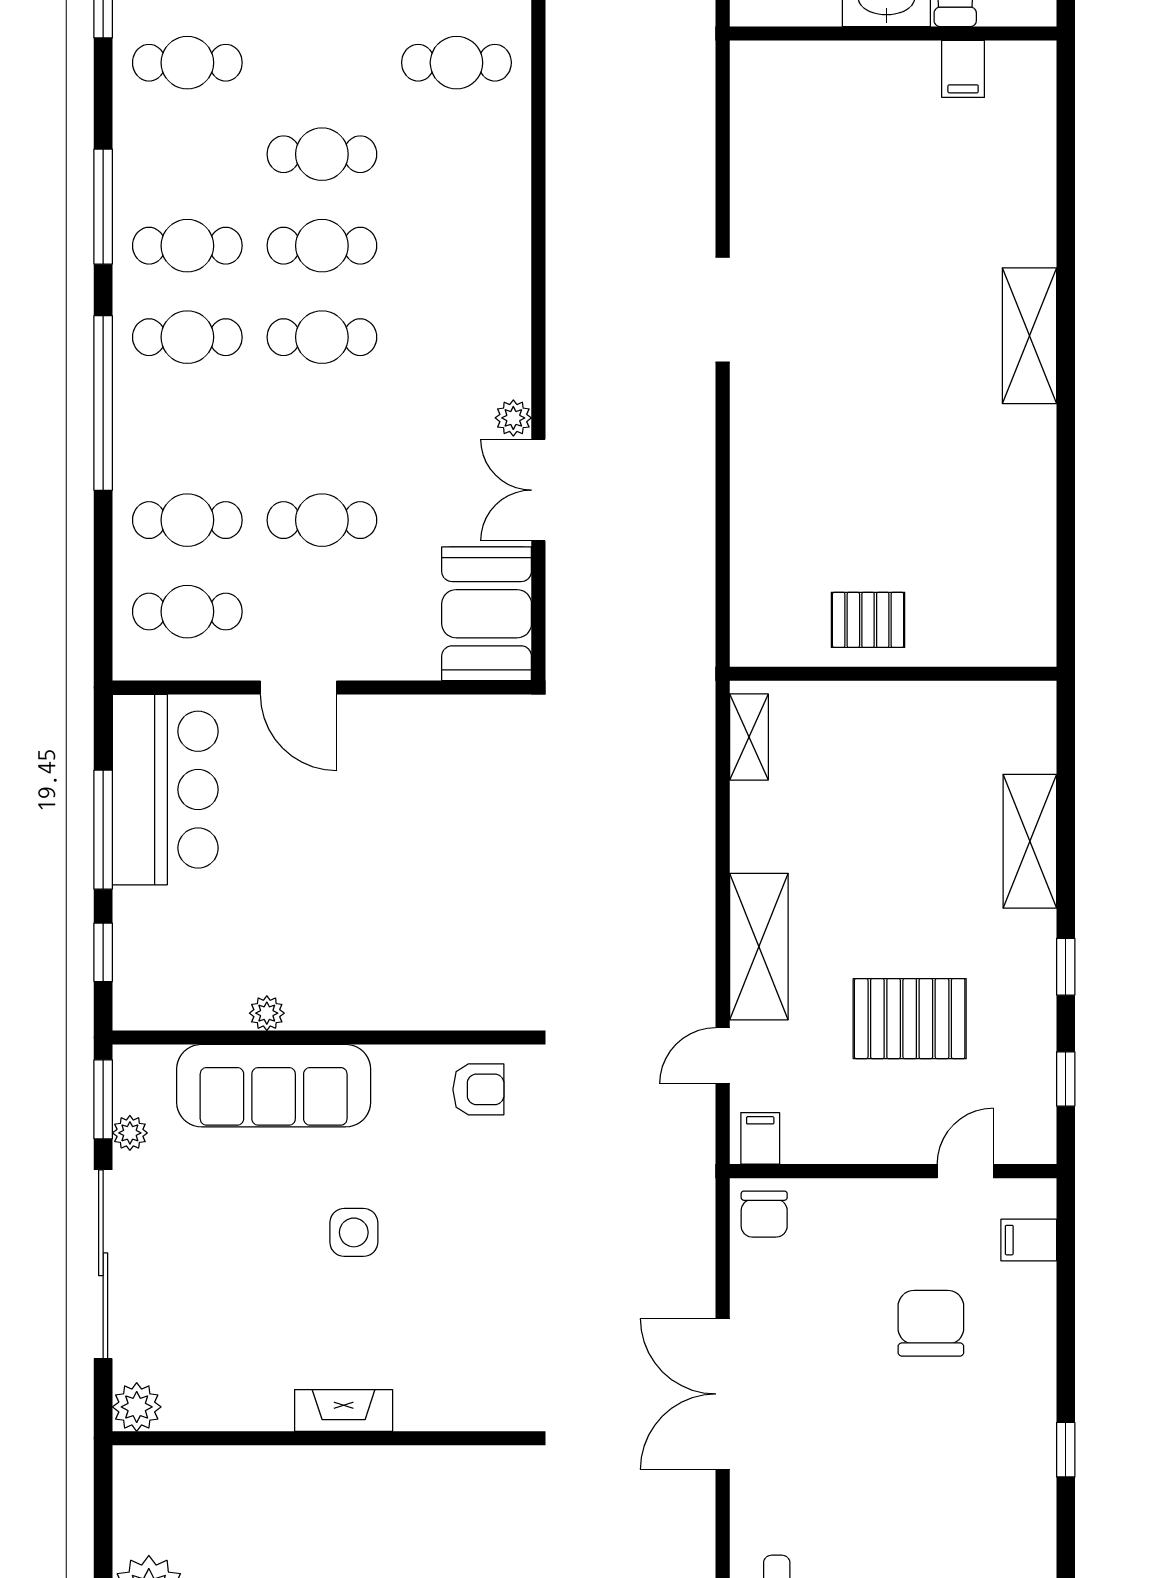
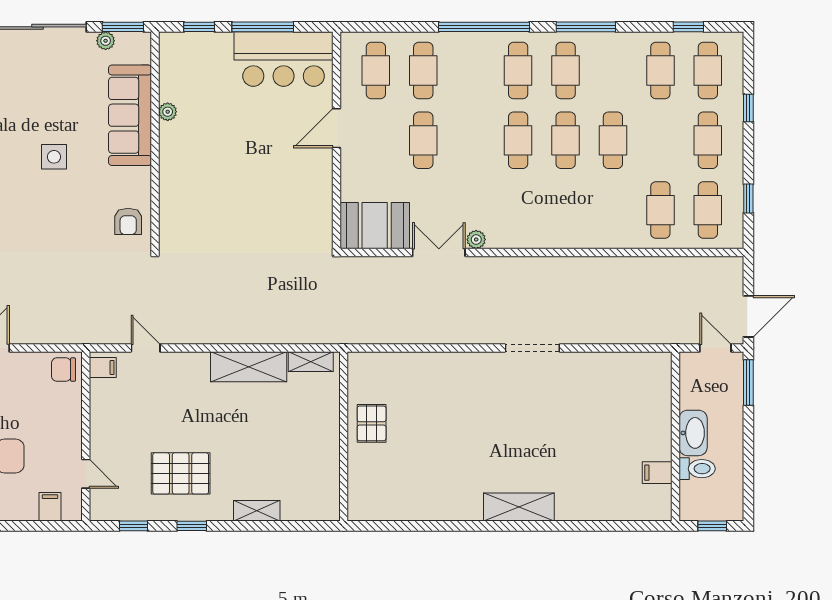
shelving: (1030, 841) -> (257, 511), width x0.67, depth x0.75
shelving: (759, 947) -> (249, 367), moved
pallet: (910, 1019) -> (181, 473), moved, turned 90

